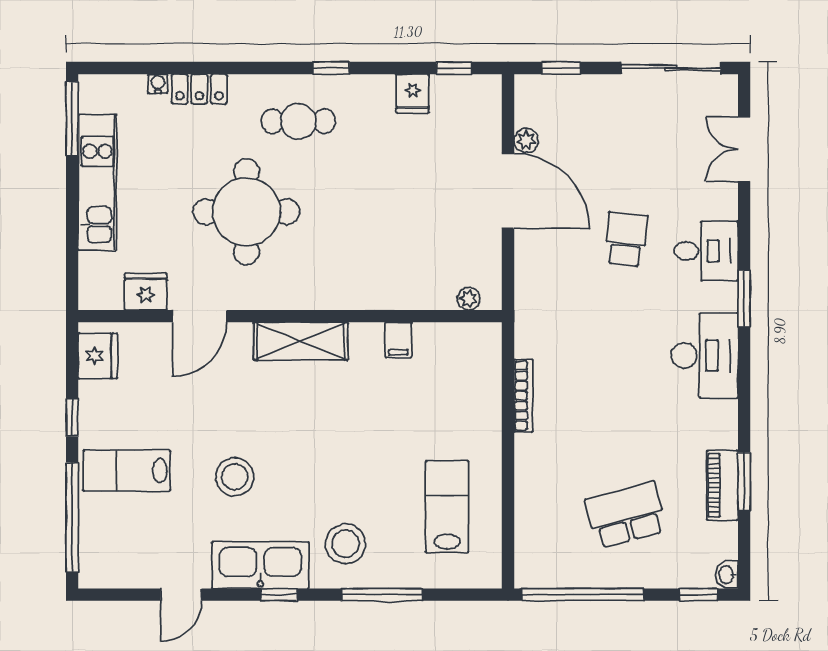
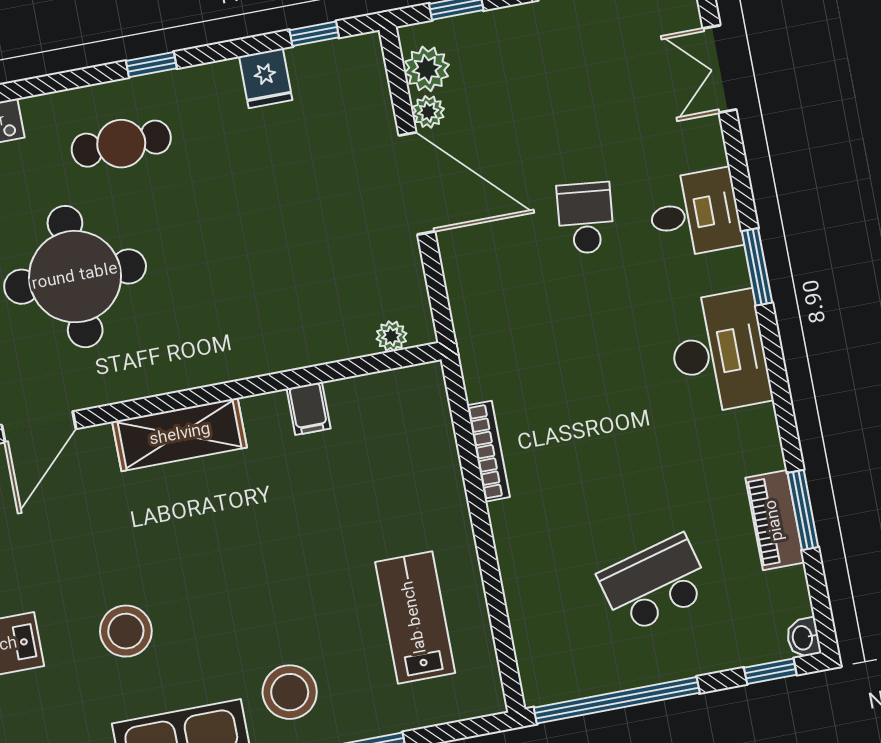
plant: (531, 109) -> (427, 69), added

